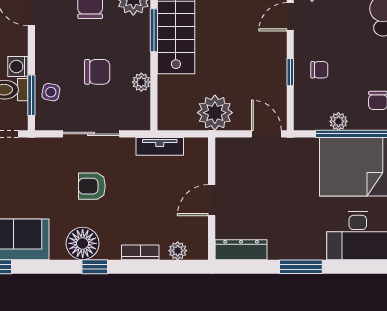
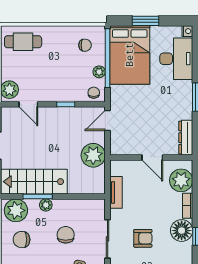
chair: (319, 70) -> (94, 93), moved
plant: (141, 82) -> (46, 205), moved
armchair: (92, 186) -> (143, 238), turned -90
floor lamp: (83, 243) -> (182, 231), moved
plant: (178, 251) -> (181, 180), width x1.88, depth x1.88

